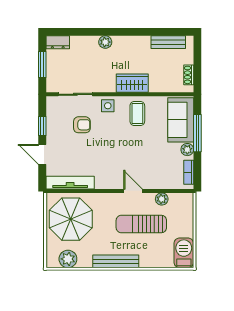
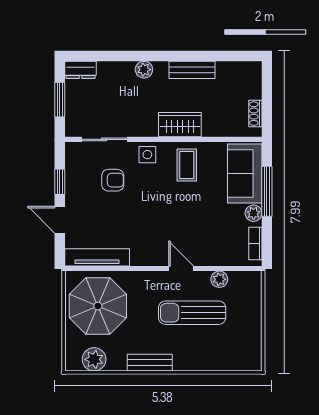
bench: (168, 42) -> (192, 70), moved
barbecue: (184, 253) -> (249, 351), removed
bench: (116, 261) -> (150, 363), width x0.73

